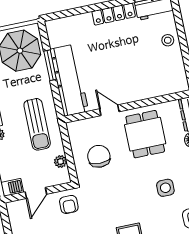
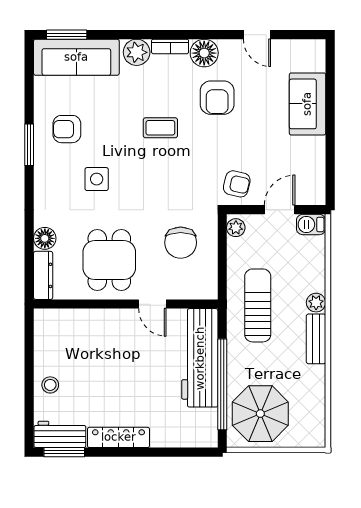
window: (50, 65) -> (222, 384), width x2.11
plant: (60, 162) -> (236, 228), moved
armchair: (69, 204) -> (237, 184), turned 103

